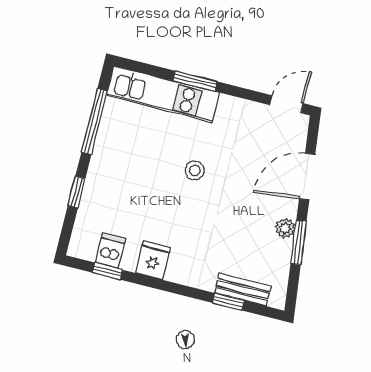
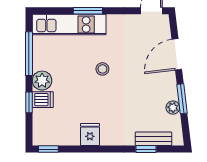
plant: (103, 165) -> (42, 81), added
plant: (285, 228) -> (173, 108), moved
dishwasher: (110, 251) -> (43, 100), moved, turned 90
window: (108, 271) -> (48, 149), moved

